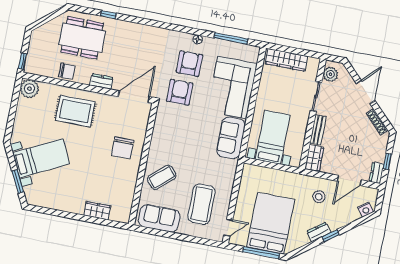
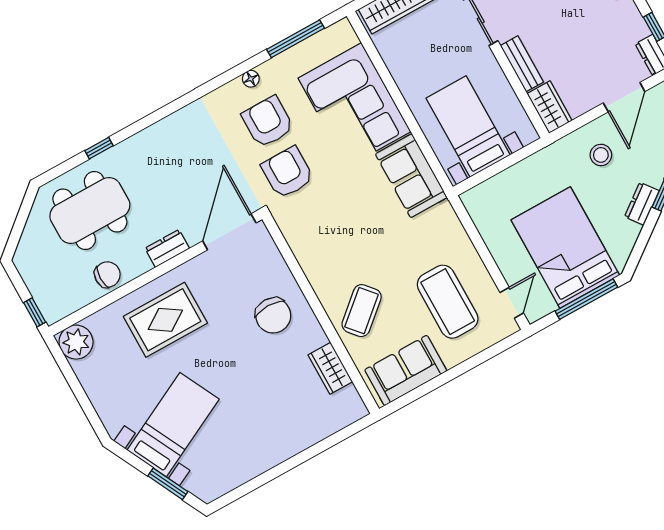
wardrobe: (97, 211) -> (330, 368), moved, turned -90

